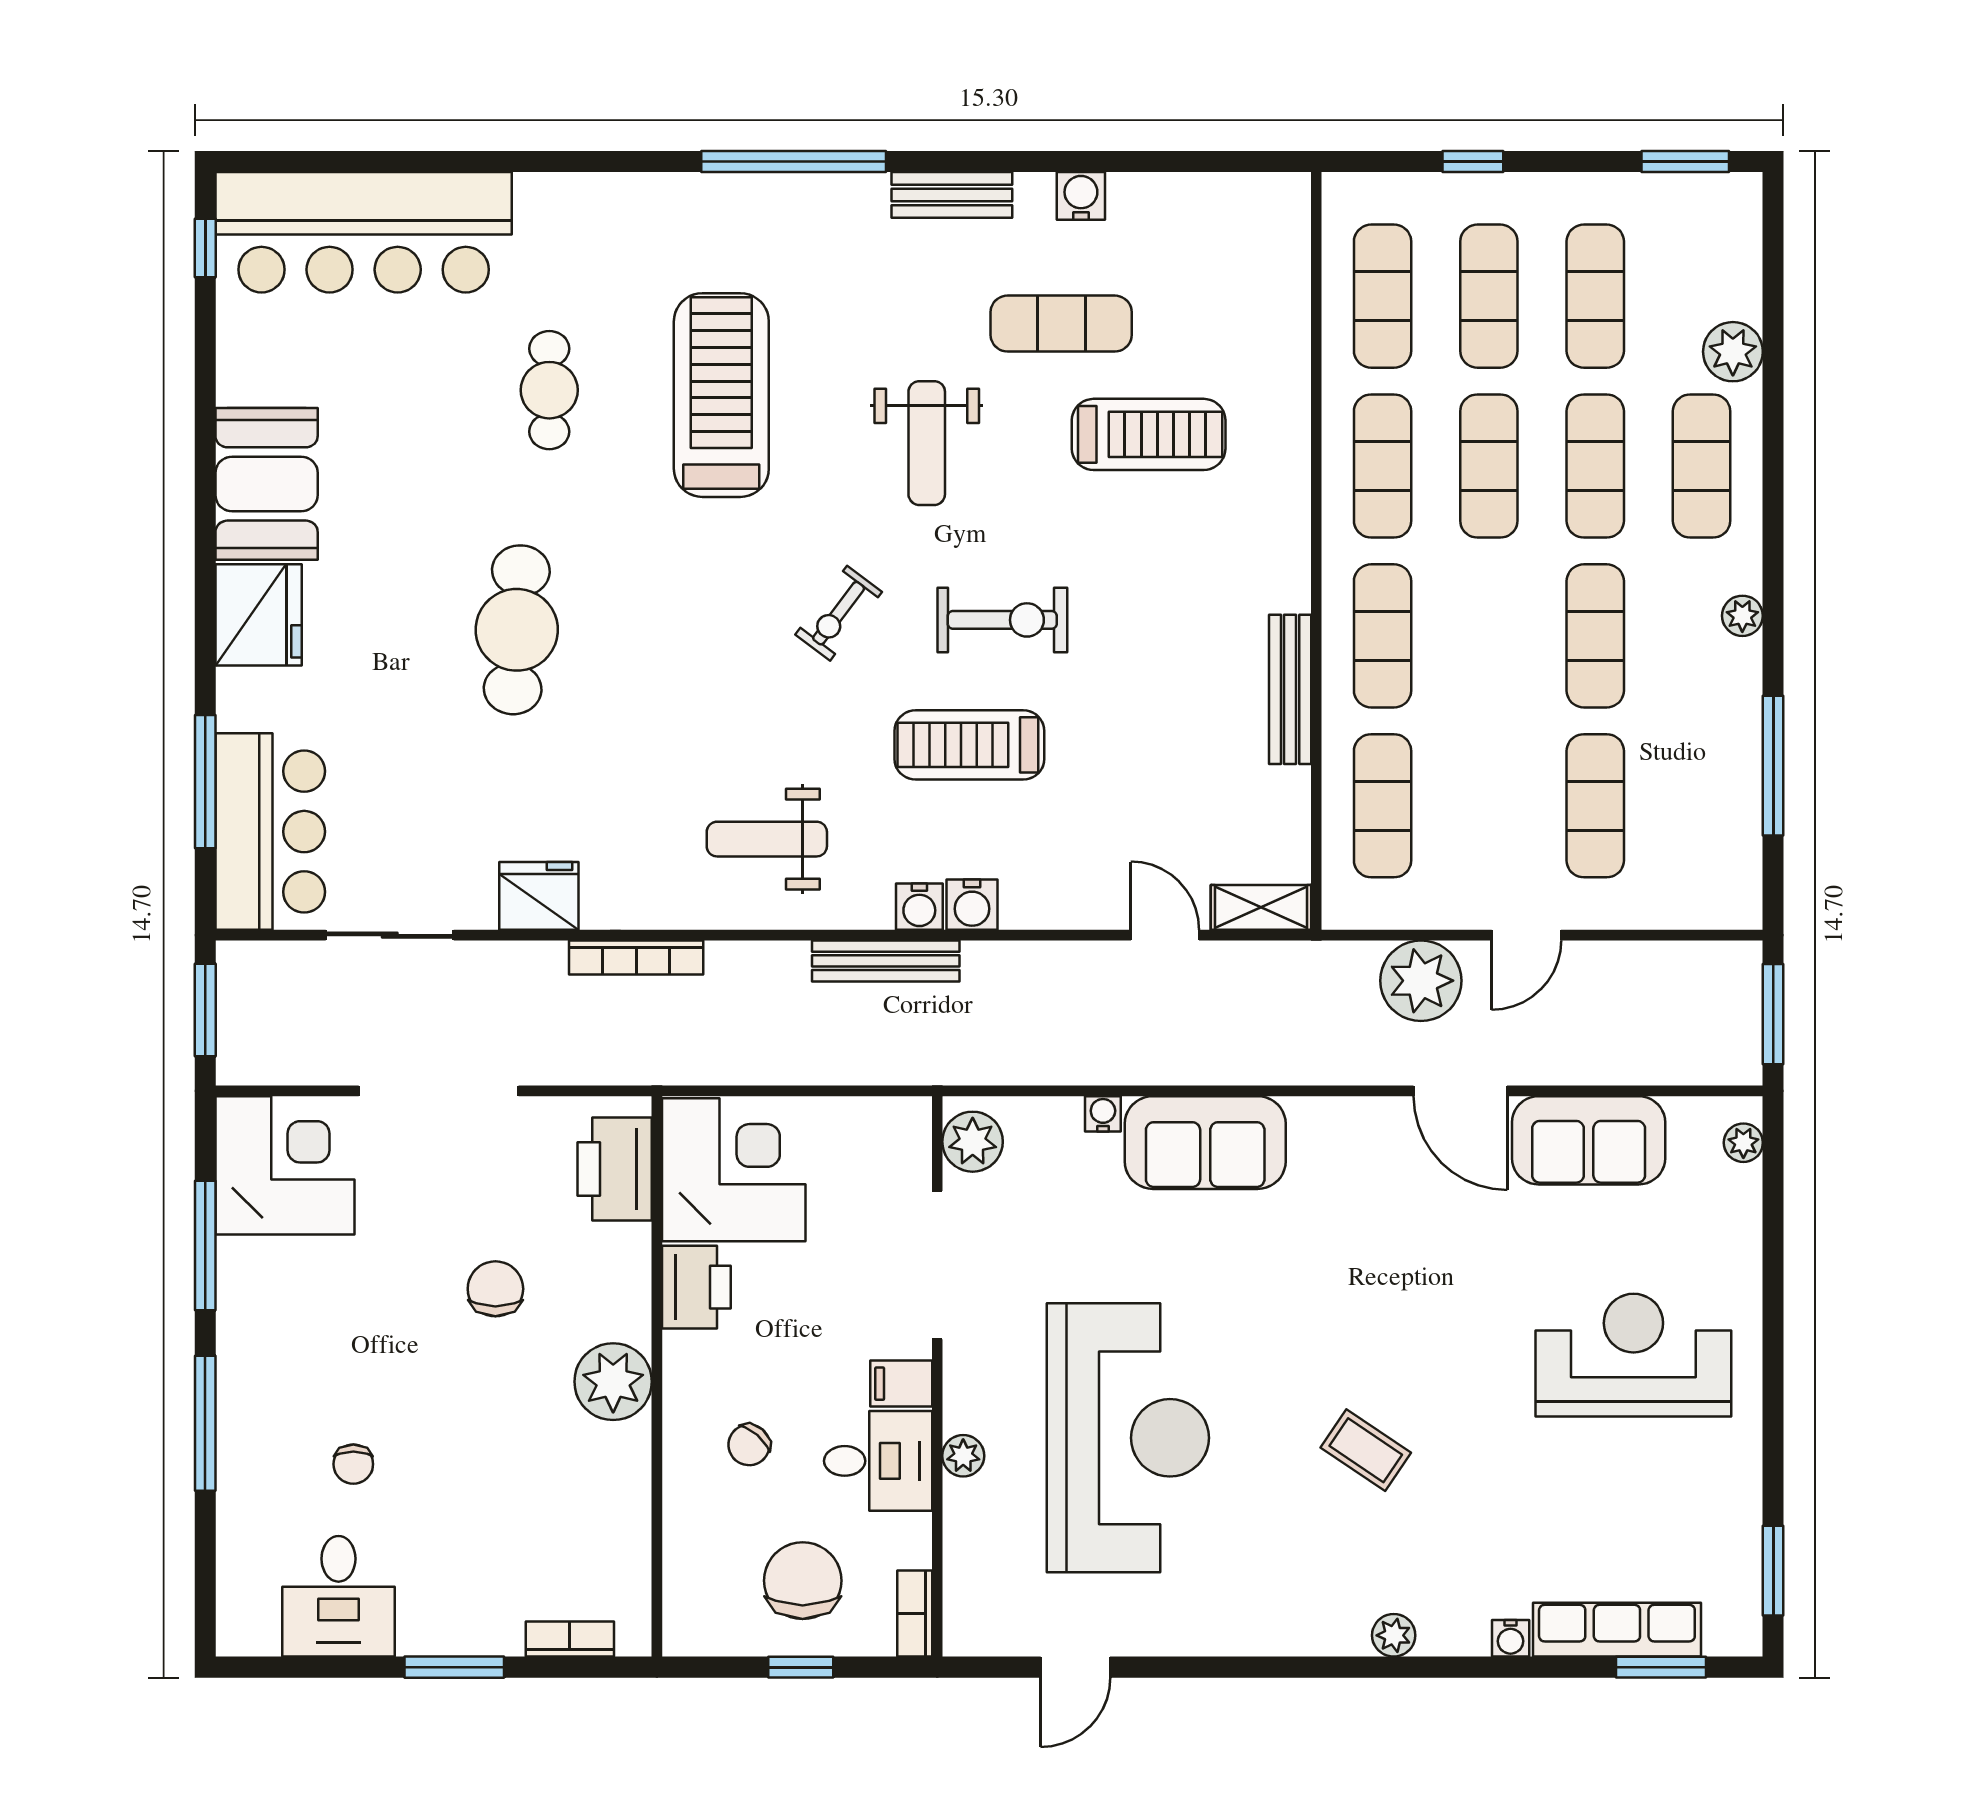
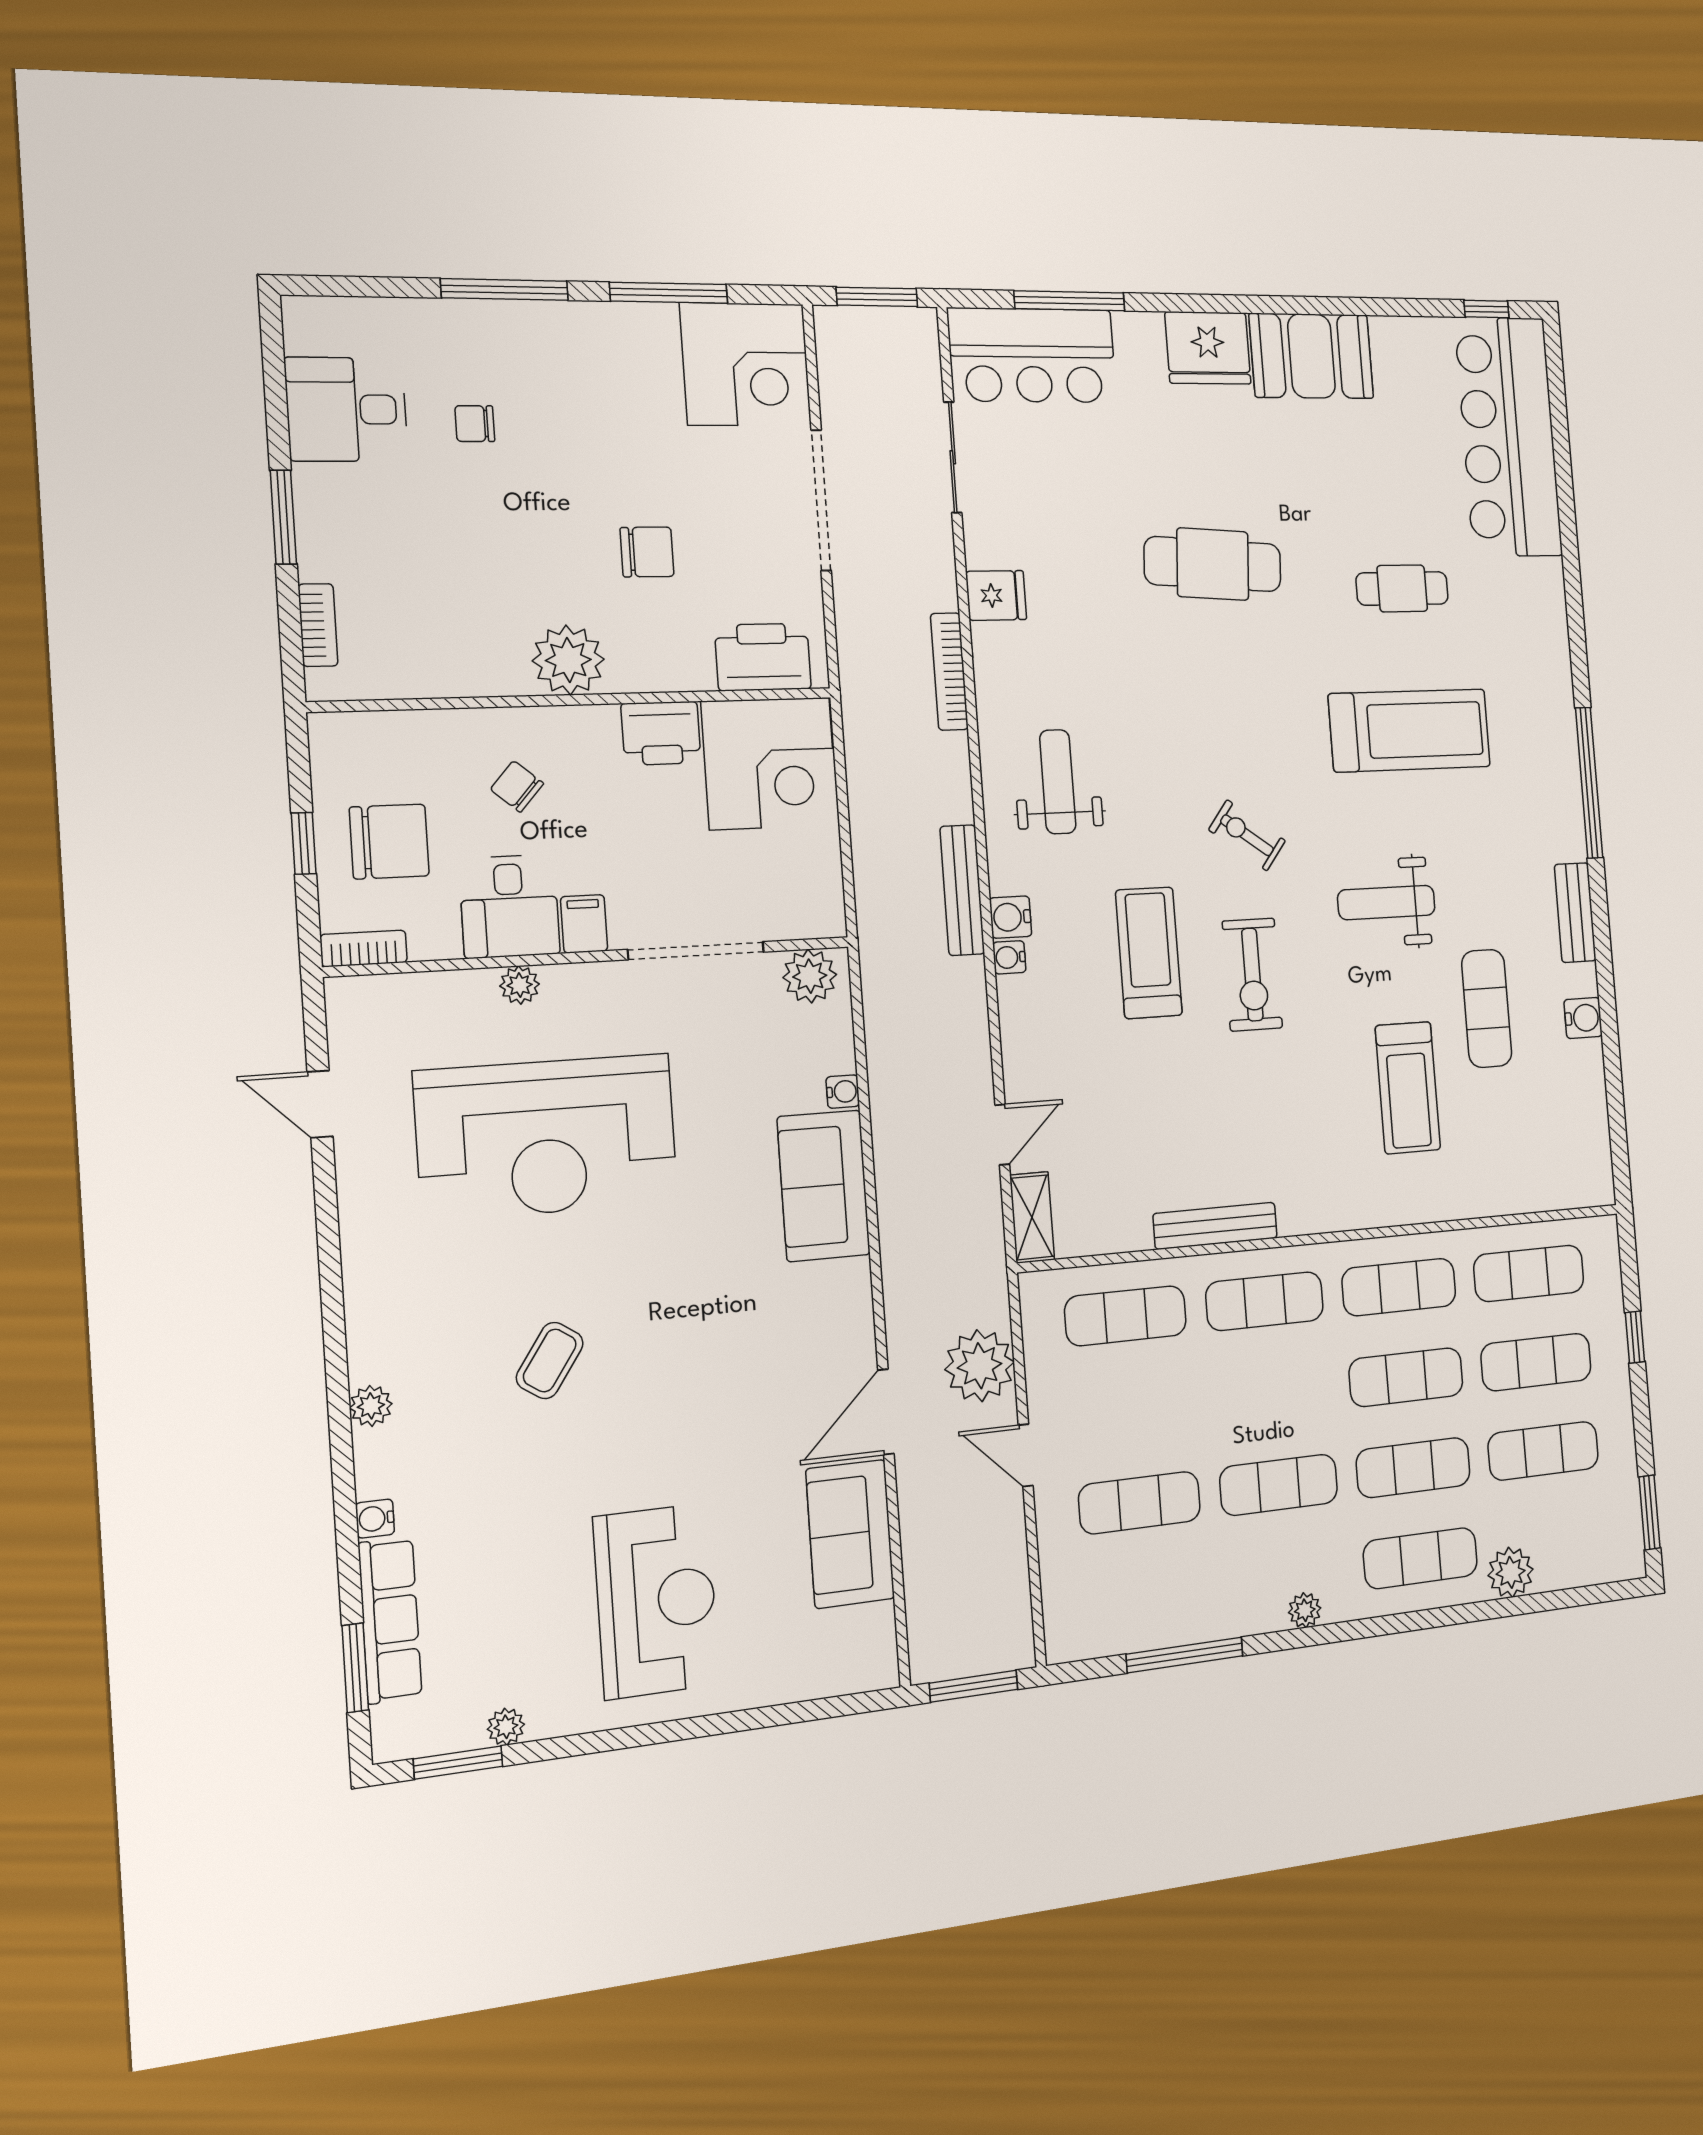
fridge: (539, 896) -> (996, 595), width x0.72
water cooler: (972, 905) -> (1009, 957), width x0.72, depth x0.72
plant: (1743, 1143) -> (506, 1727), moved

